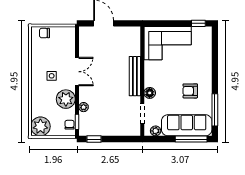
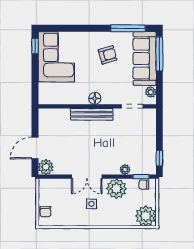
plant: (86, 33) -> (46, 167), added
corner sofa: (168, 43) -> (56, 57), moved
double door: (77, 72) -> (87, 177), swing flipped
armchair: (190, 91) -> (108, 55), turned -106
floor lamp: (150, 93) -> (95, 98), moved

